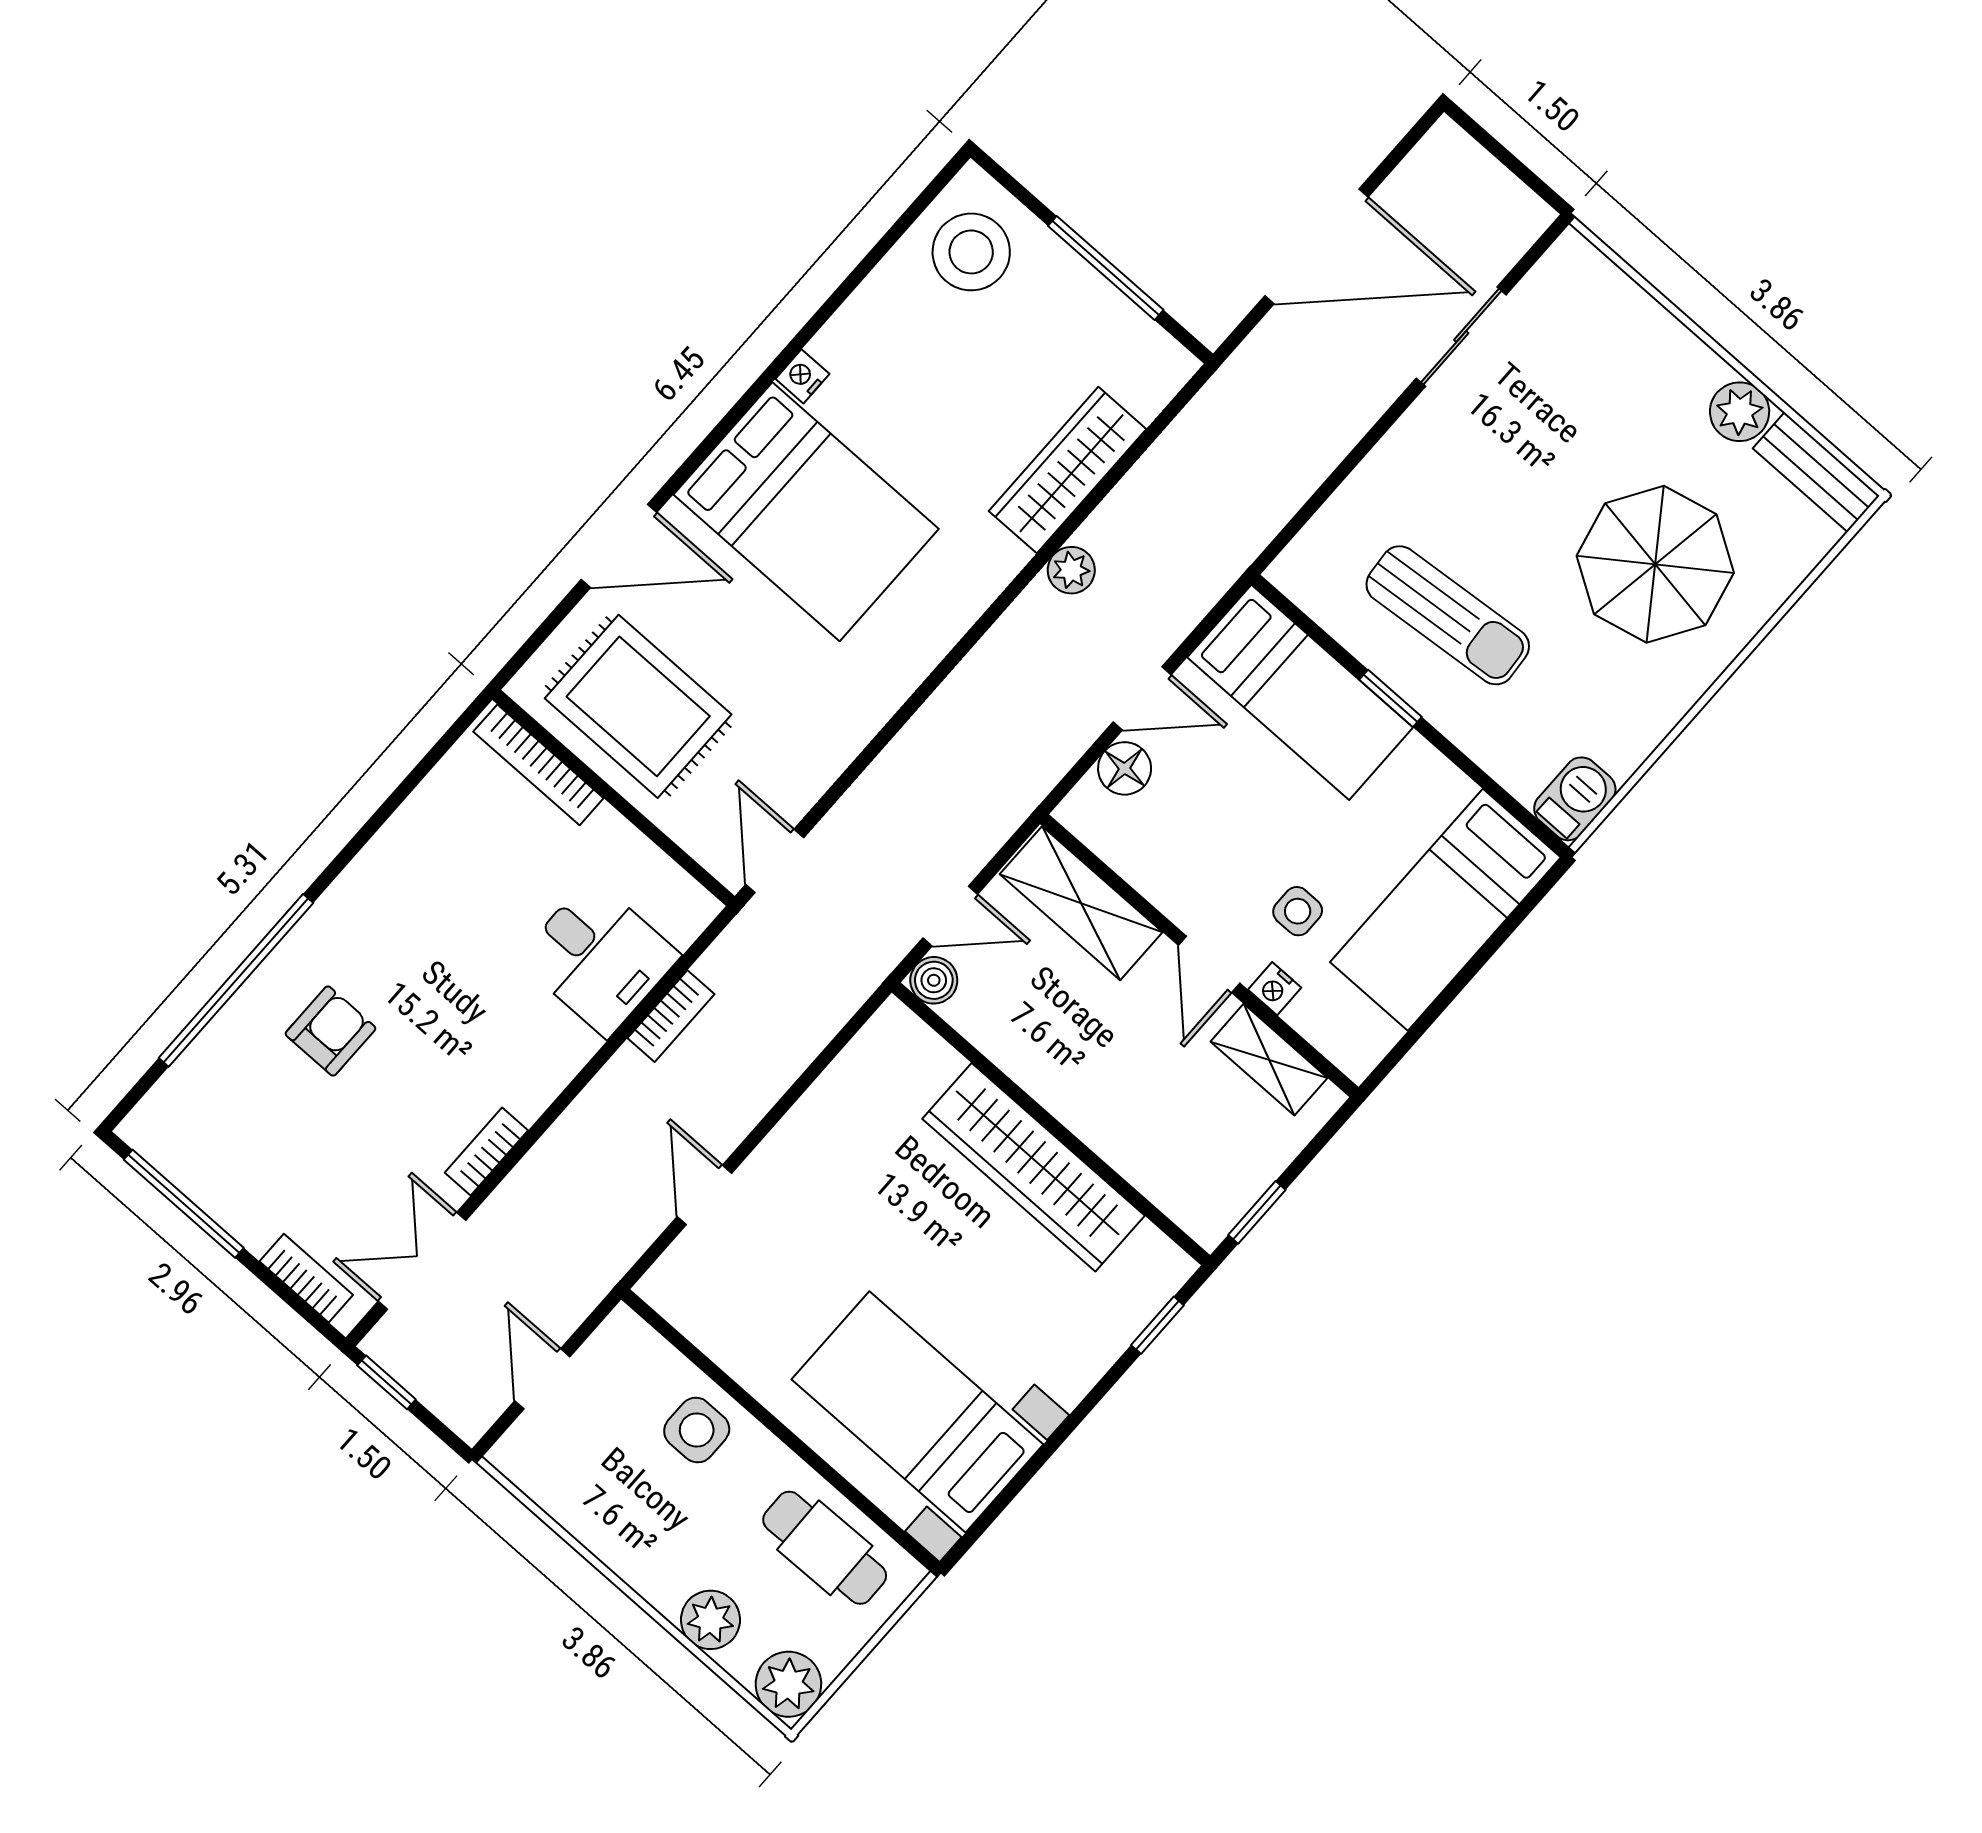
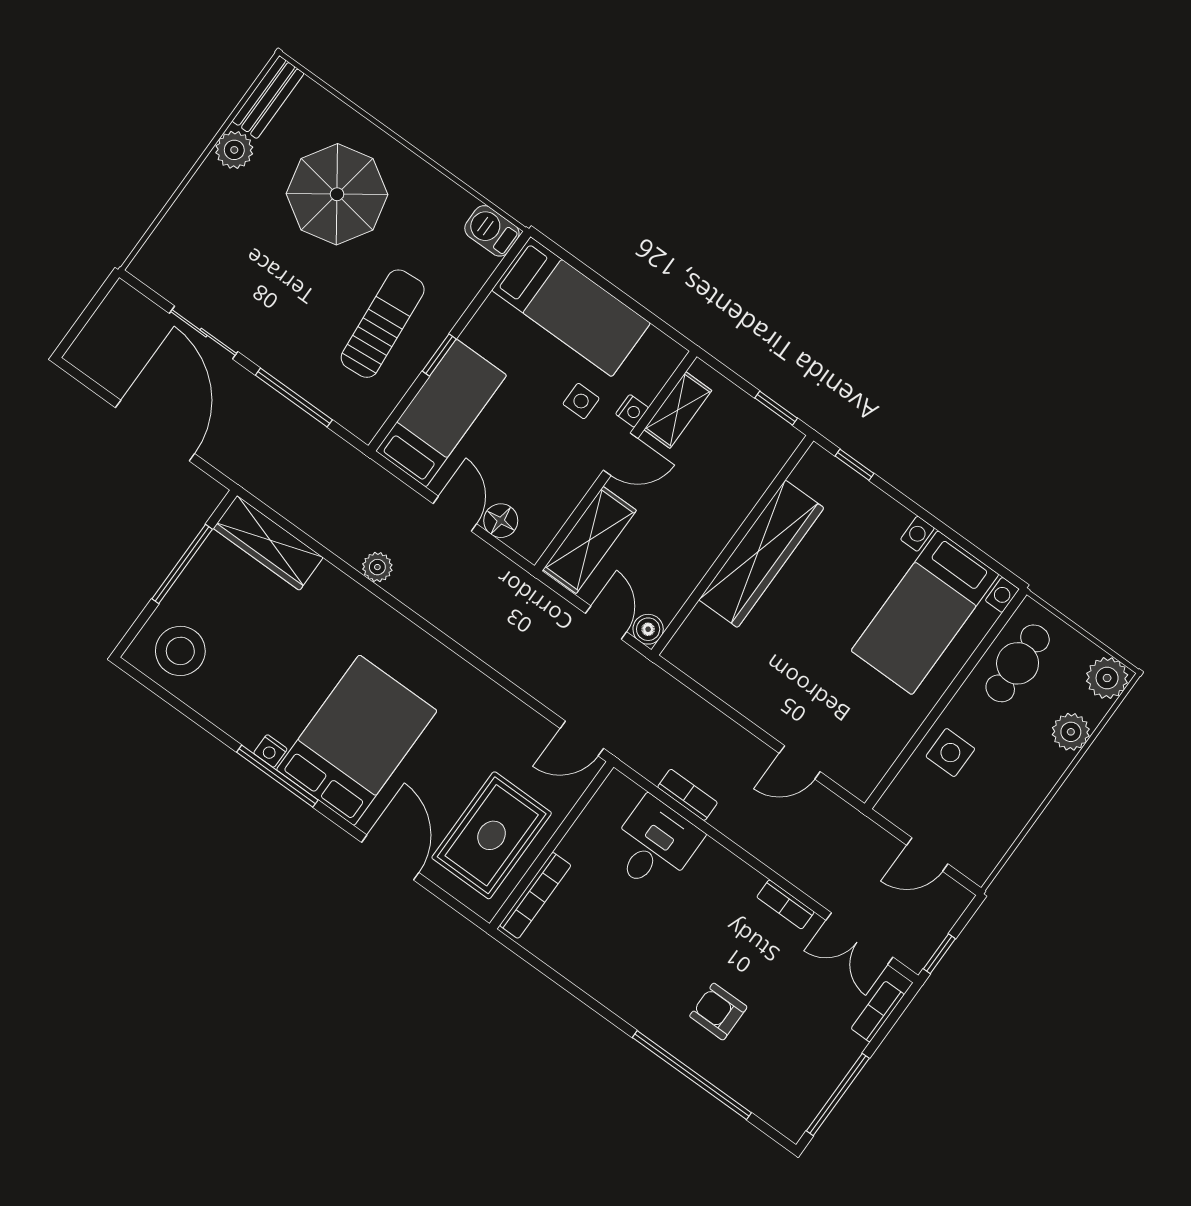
window: (762, 383) -> (277, 776), added
window: (1347, 466) -> (294, 398), added
wardrobe: (1068, 470) -> (268, 543), moved

